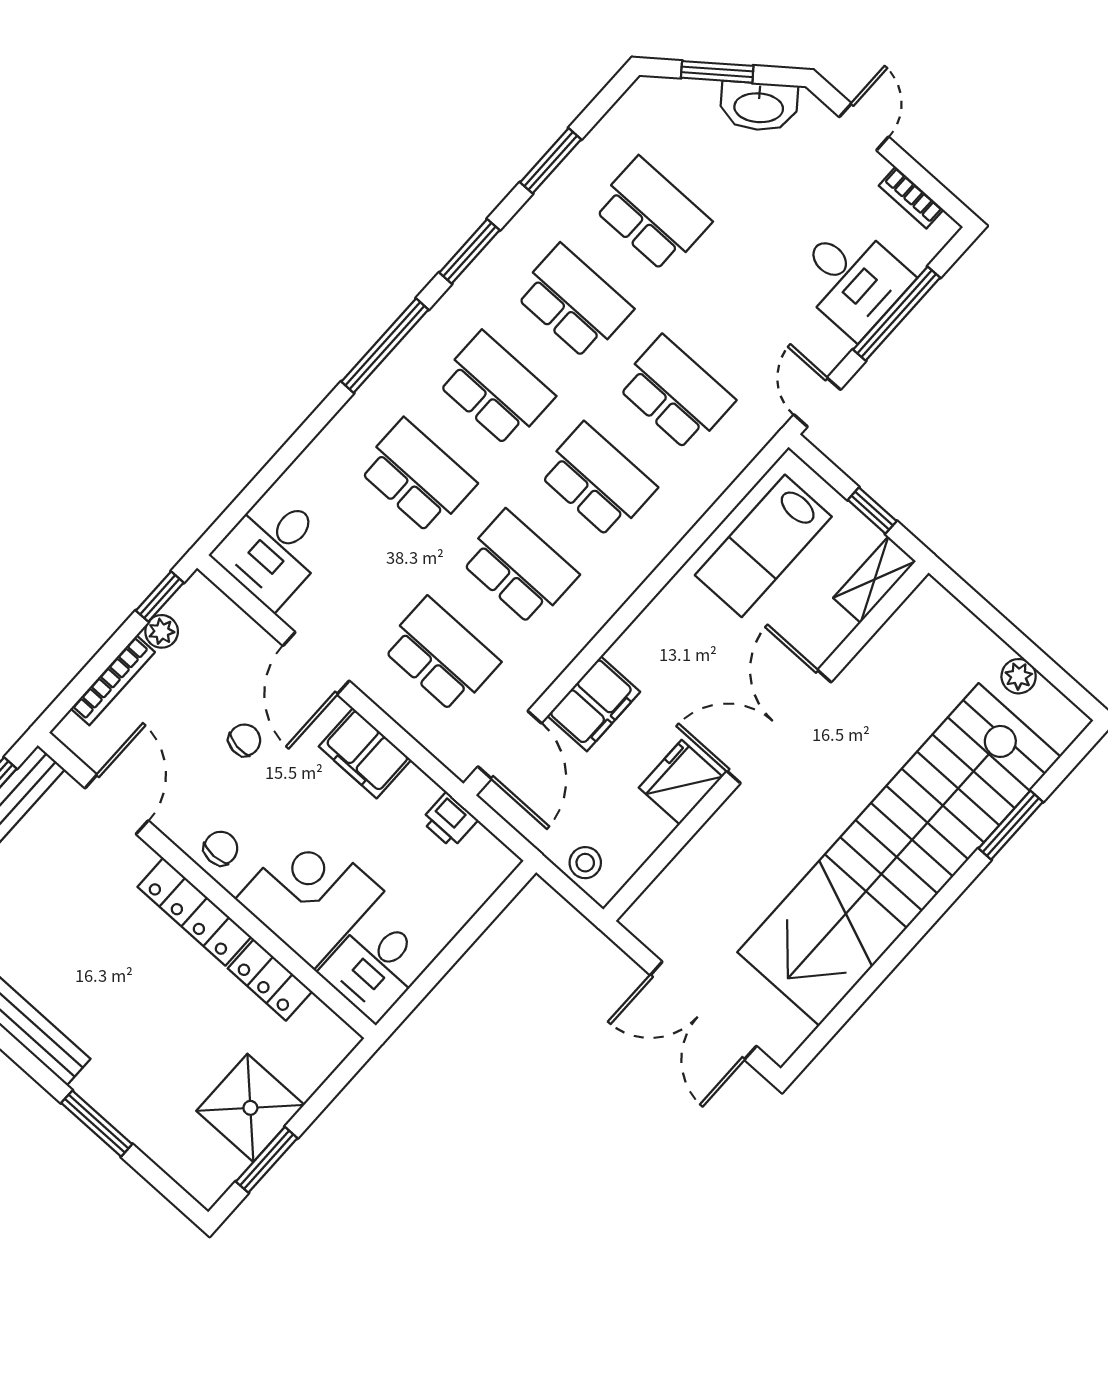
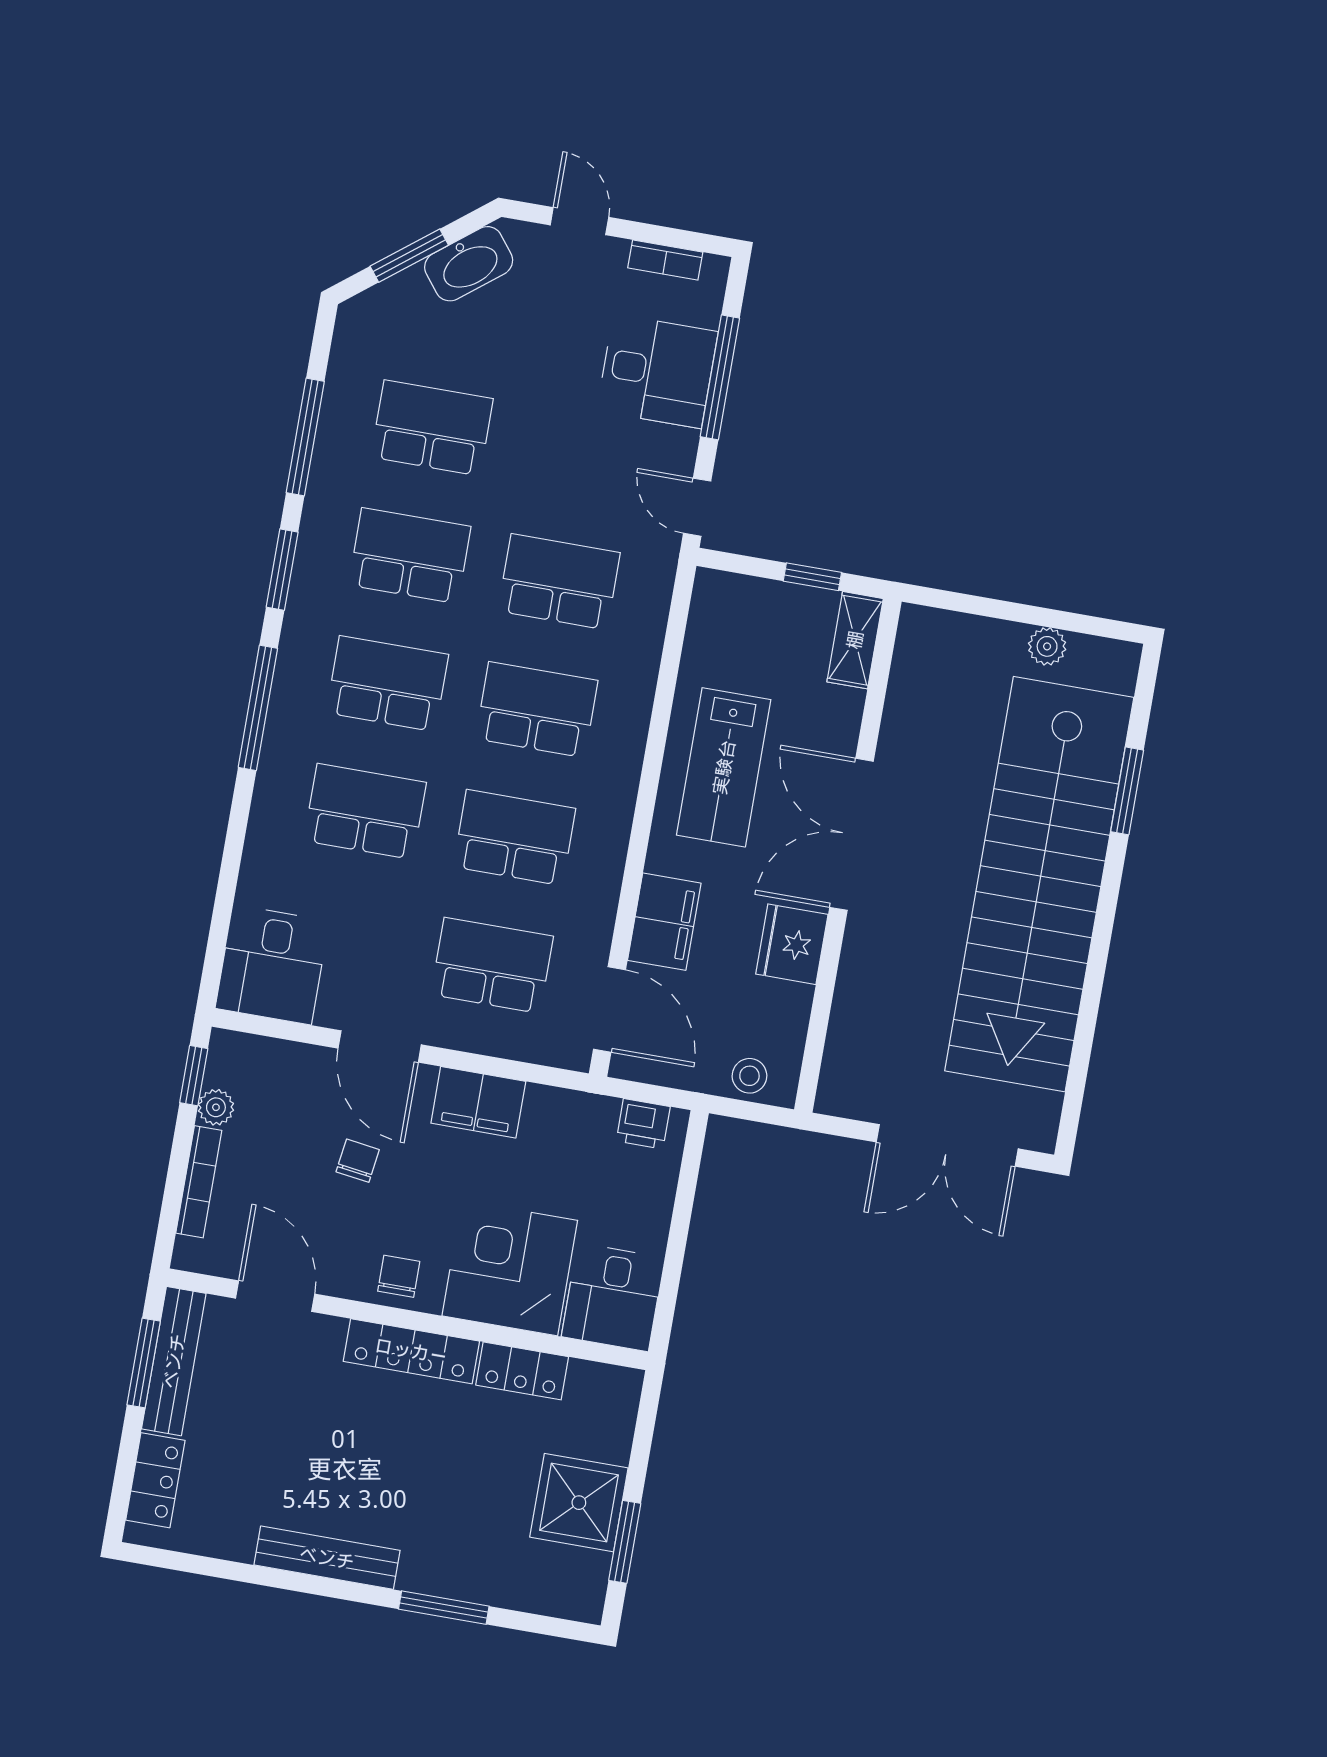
window: (551, 161) -> (305, 437), width x1.44
lab bench: (763, 546) -> (724, 767), moved
printer: (449, 820) -> (643, 1124), moved

